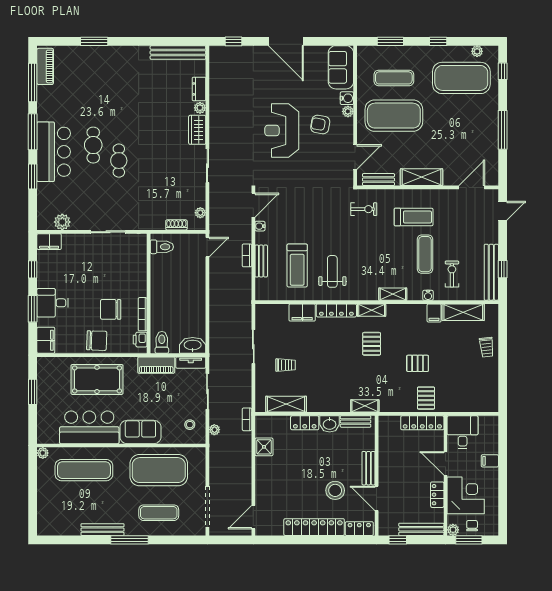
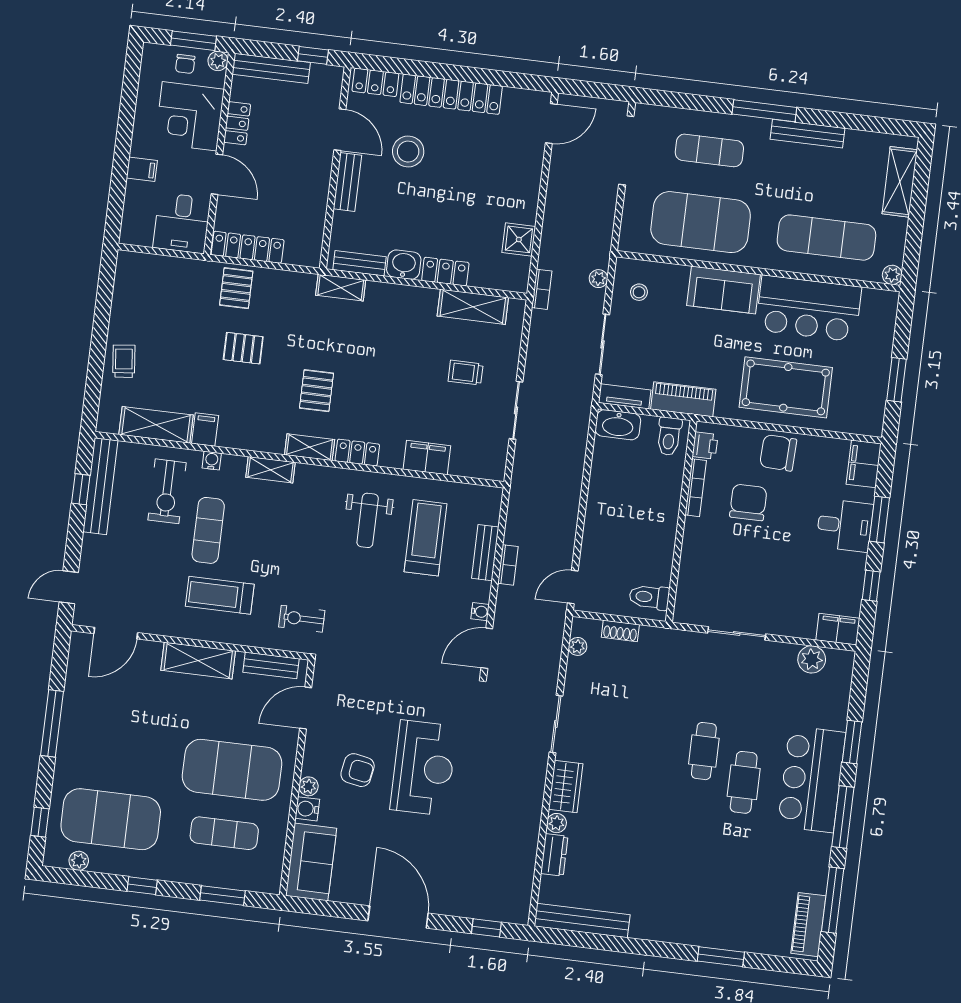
exercise bike: (452, 274) -> (167, 491), width x1.38, depth x1.39
chair: (111, 309) -> (748, 502), turned -90
locker: (336, 310) -> (357, 453), width x0.66
shelving: (45, 508) -> (900, 182), added

